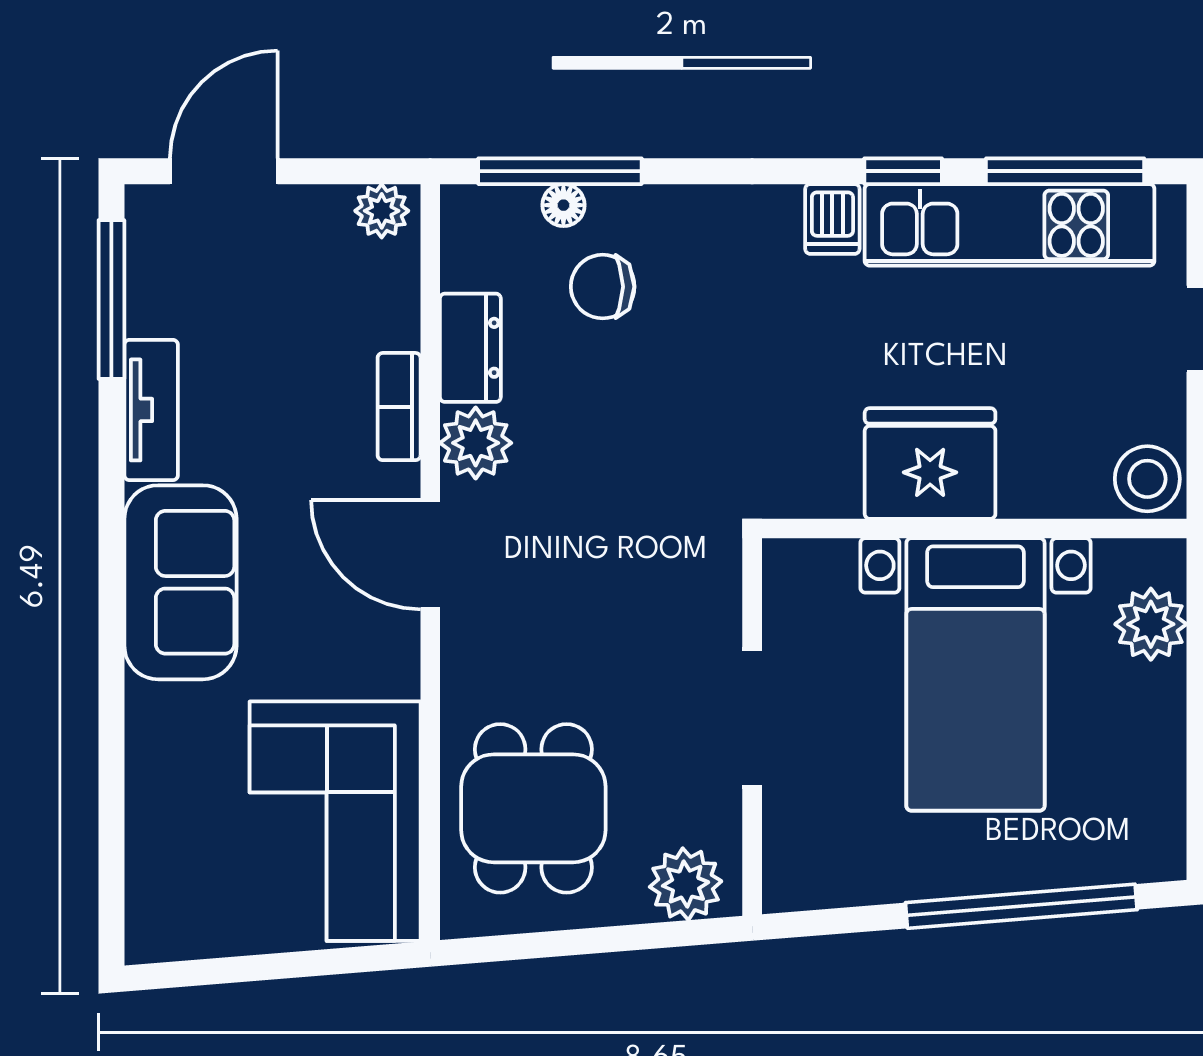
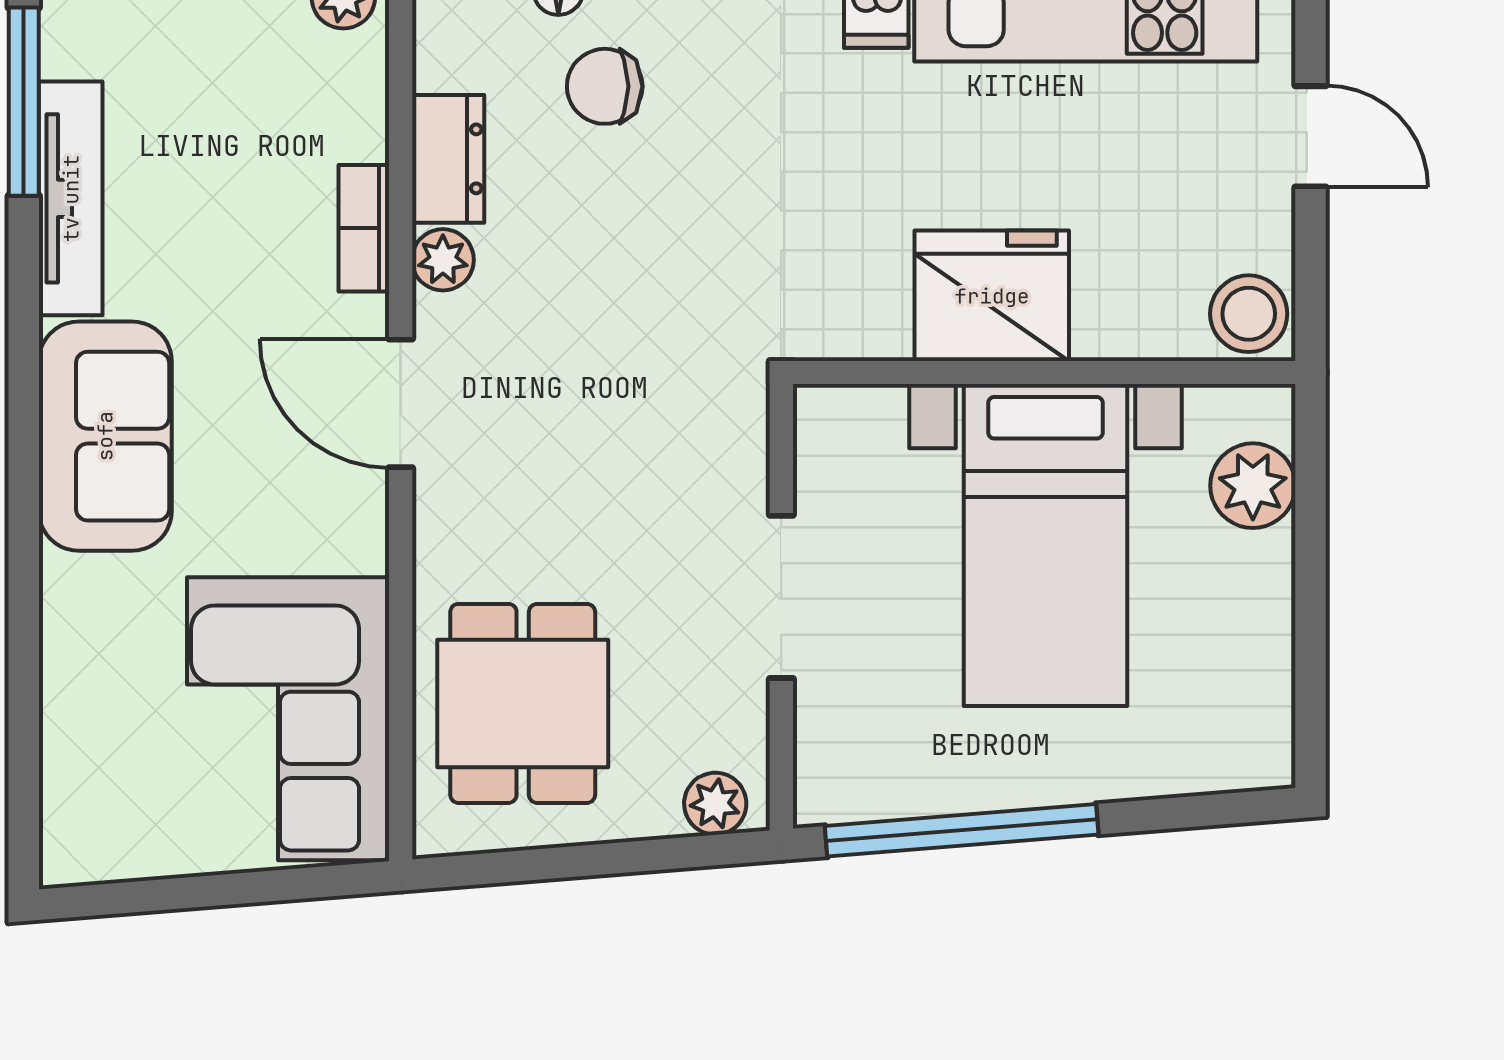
tv unit: (151, 410) -> (71, 198), width x1.41
plant: (476, 443) -> (443, 260), width x0.73, depth x0.73
plant: (686, 884) -> (715, 804), width x0.73, depth x0.73
window: (1021, 906) -> (962, 830), moved

